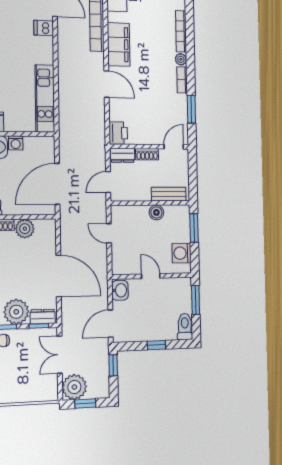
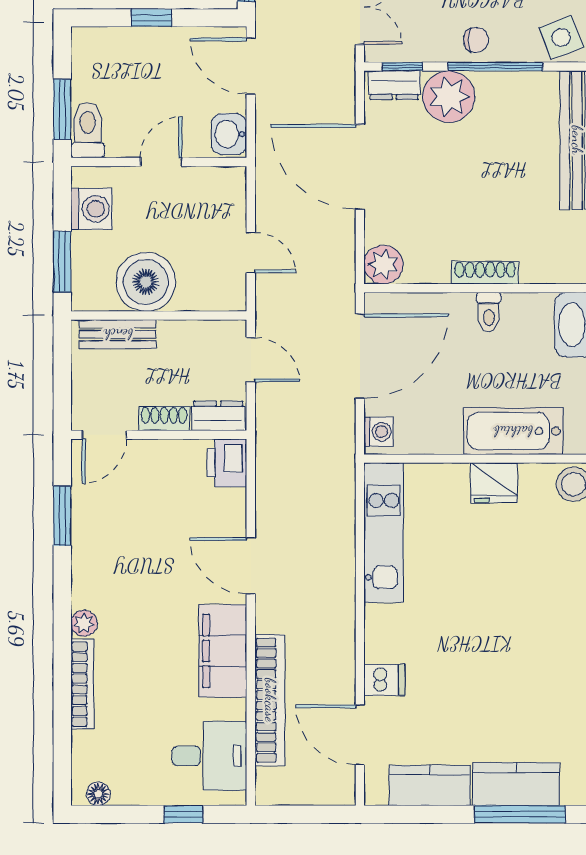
bookcase: (182, 80) -> (82, 579), removed
washing machine: (16, 143) -> (379, 432), moved, turned 90
door: (108, 182) -> (251, 360), hinge flipped
boiler: (156, 212) -> (146, 282), width x1.86, depth x1.86
plant: (25, 229) -> (383, 265), moved
door: (151, 276) -> (161, 162), swing flipped
door: (110, 324) -> (251, 66), swing flipped
toilet: (185, 327) -> (88, 130), moved, turned 180

